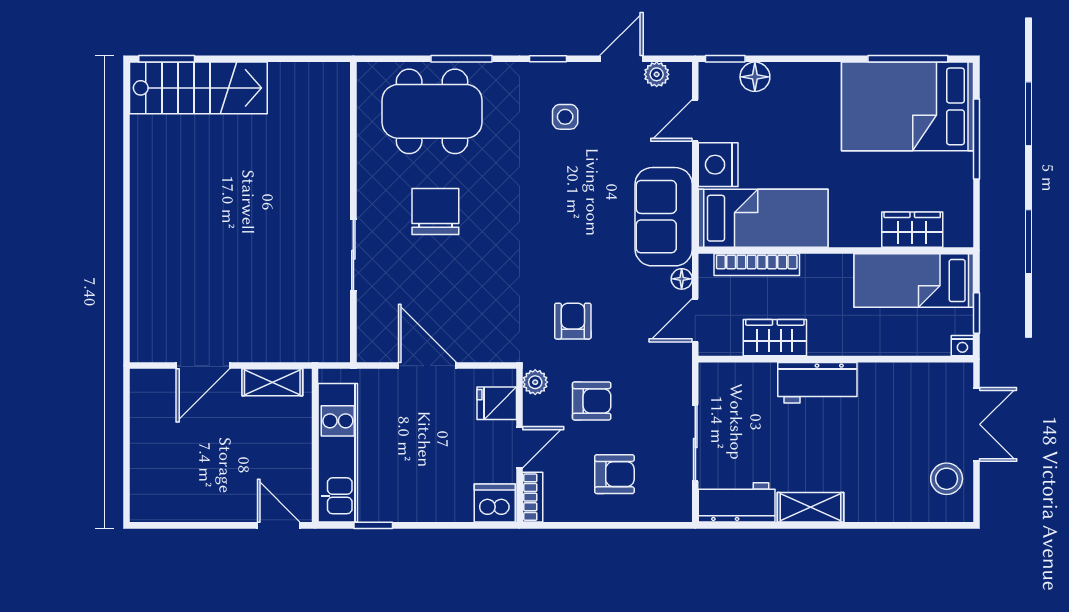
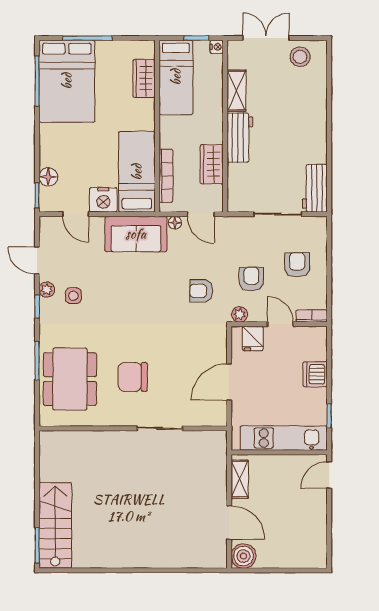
plant: (657, 74) -> (47, 290), moved
boiler: (149, 388) -> (243, 556), added
dishwasher: (495, 503) -> (315, 374), moved
shelving: (811, 507) -> (236, 91), moved

